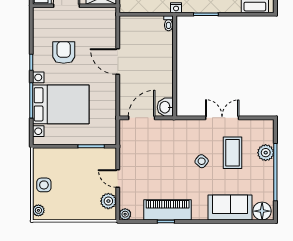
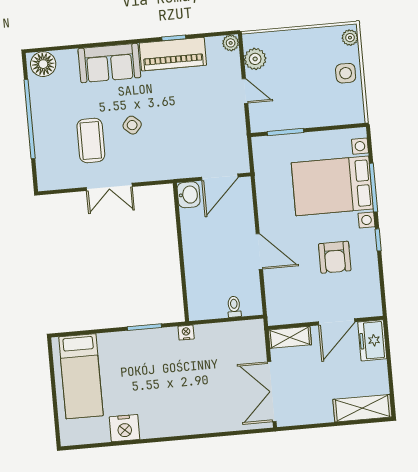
toilet: (169, 23) -> (234, 307), moved
plant: (266, 153) -> (45, 145), removed
sofa: (230, 208) -> (109, 63), moved

